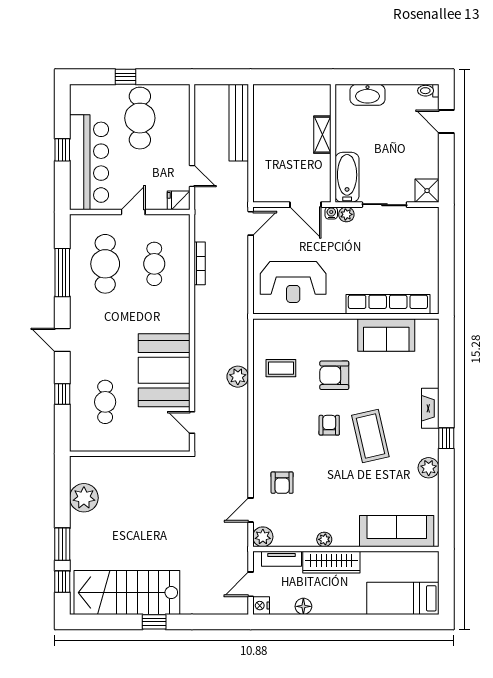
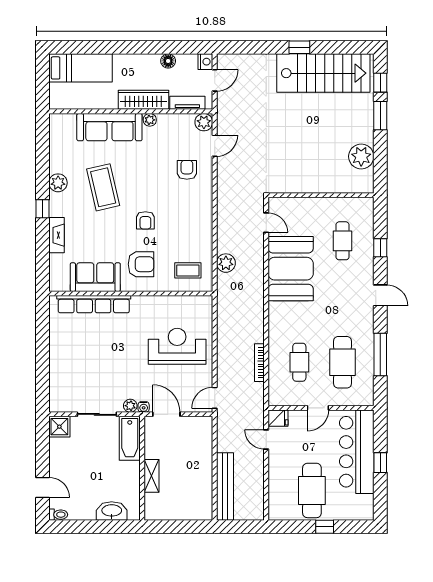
row of seats: (388, 304) -> (94, 304), moved
wall: (346, 316) -> (131, 293), moved
sofa: (386, 335) -> (95, 277), moved
coffee table: (370, 436) -> (103, 187), moved
sofa: (397, 531) -> (109, 127), moved

